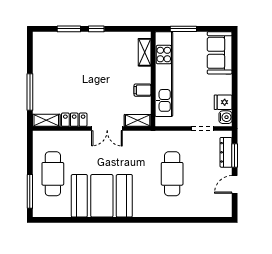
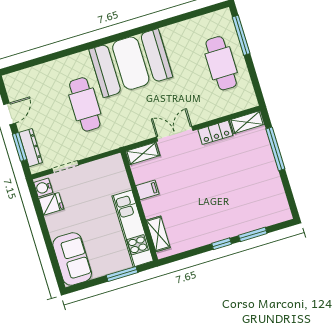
kitchen unit: (164, 74) -> (133, 228), width x0.73
booth: (102, 196) -> (131, 63), moved

